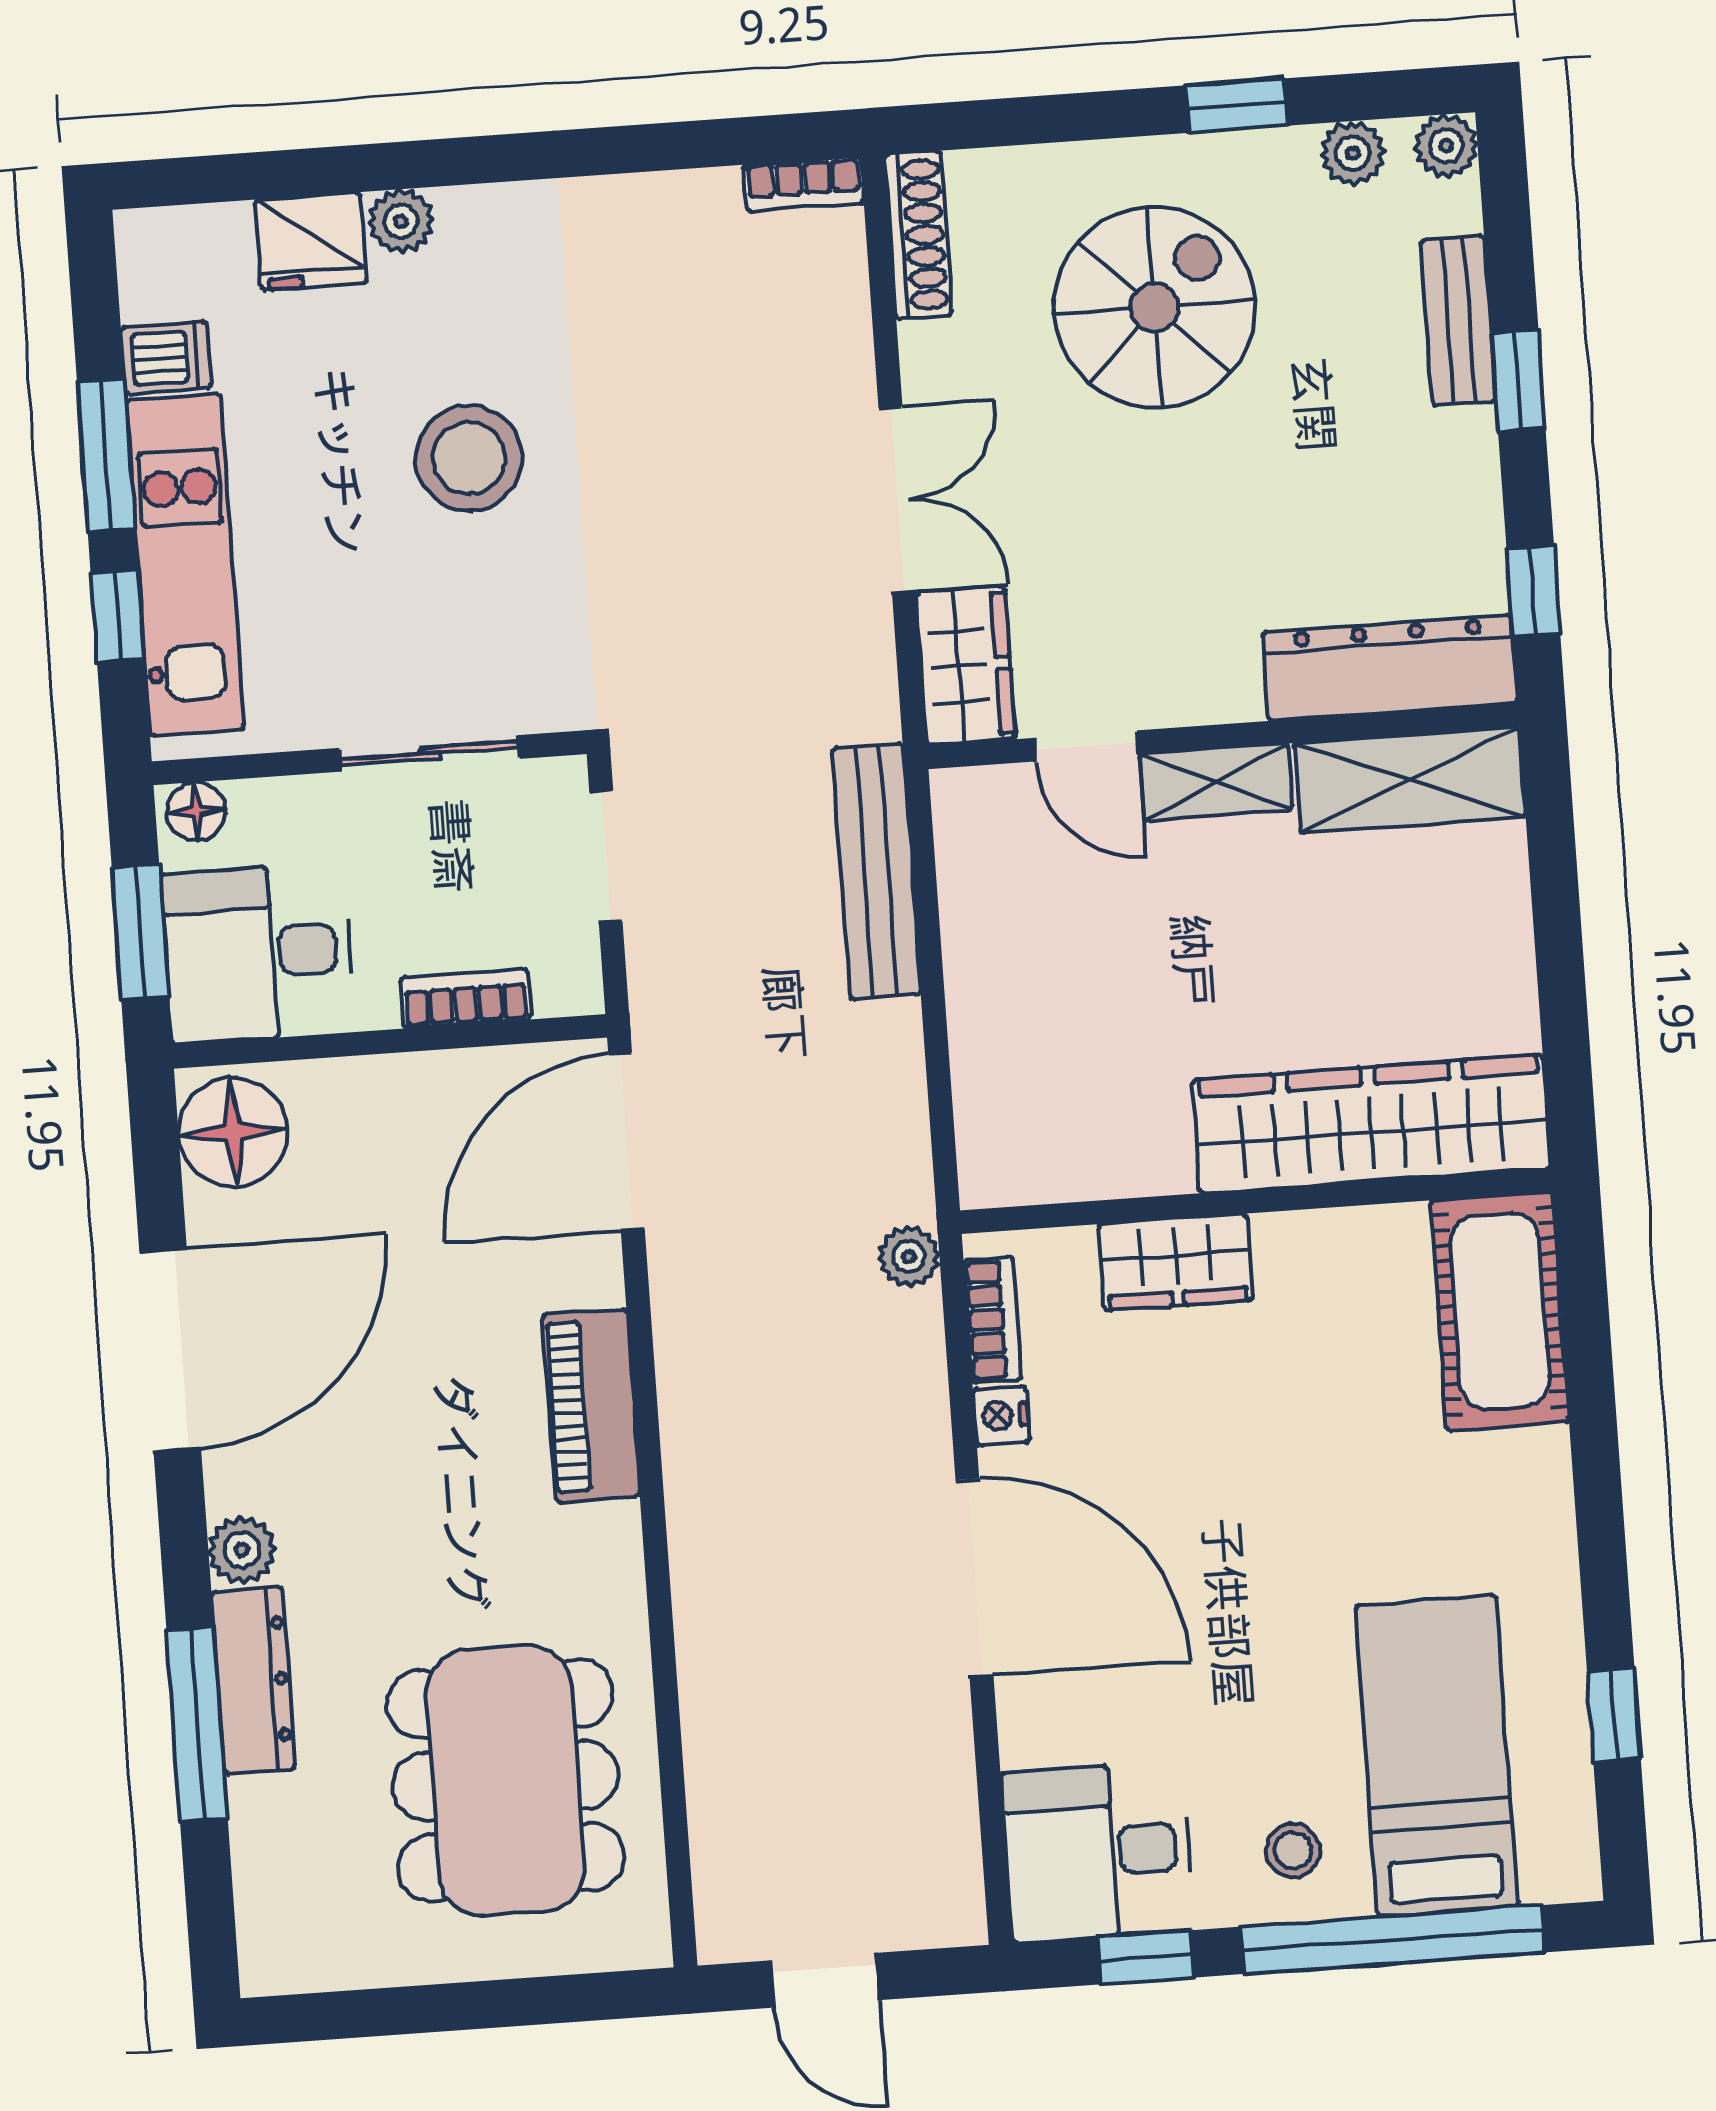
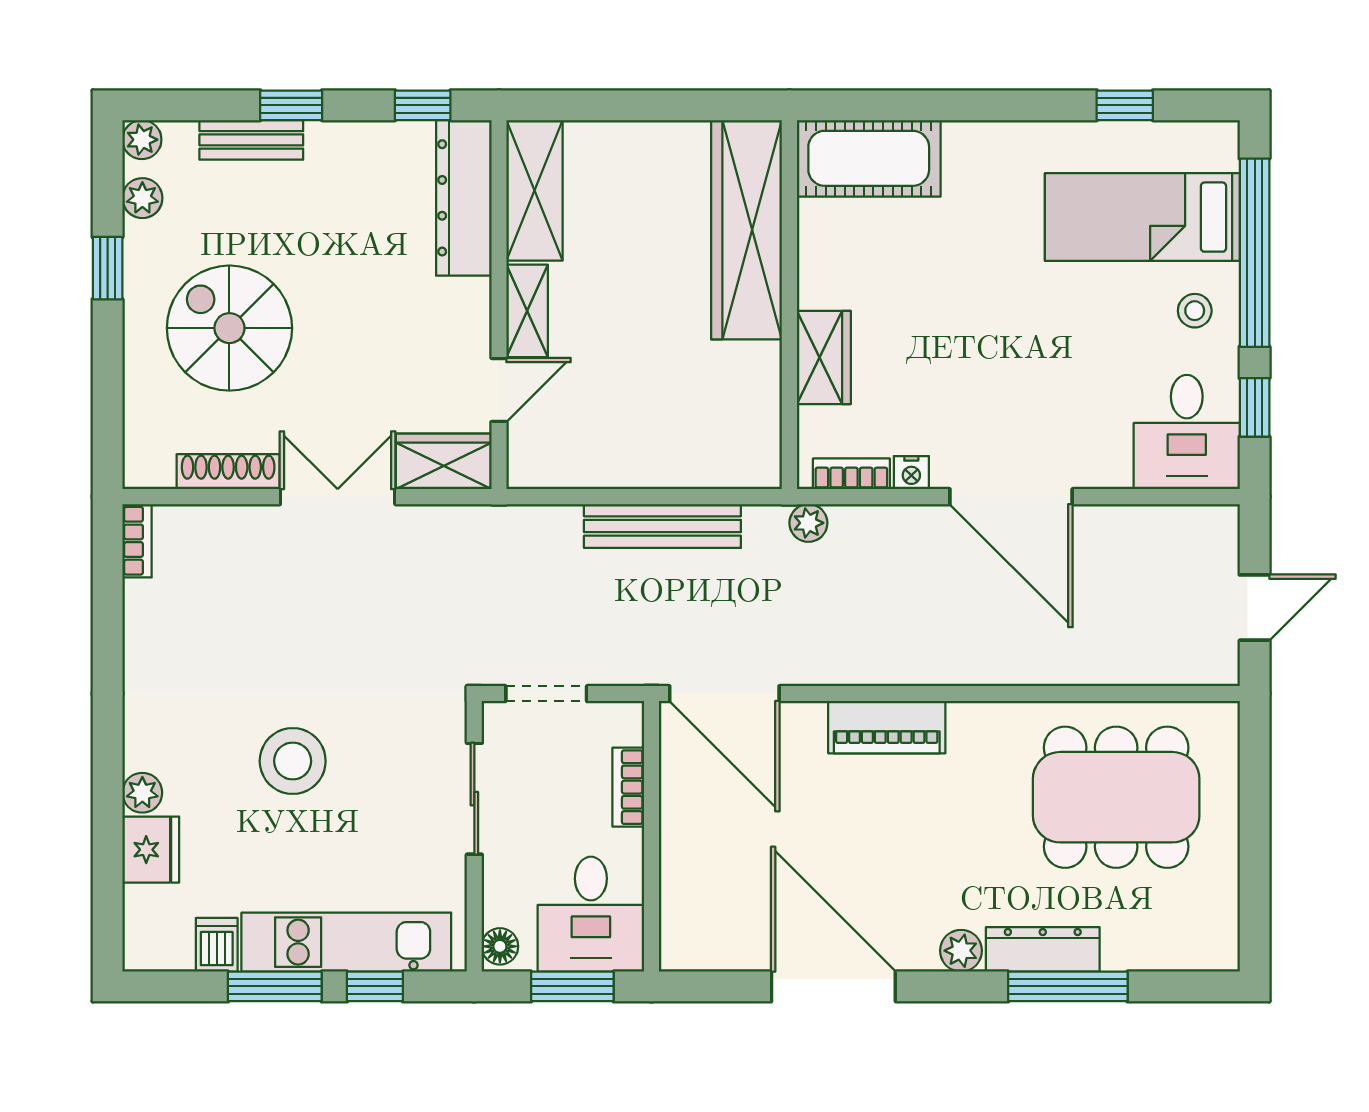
shoe rack: (918, 235) -> (228, 472), moved
bench: (877, 871) -> (662, 526), moved
floor lamp: (233, 1132) -> (701, 938), removed
door: (974, 1578) -> (1011, 497), swing flipped

